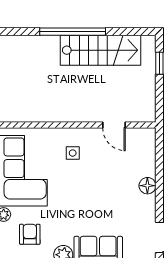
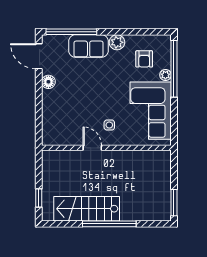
door: (114, 125) -> (92, 148), moved
floor lamp: (147, 186) -> (48, 82), moved

